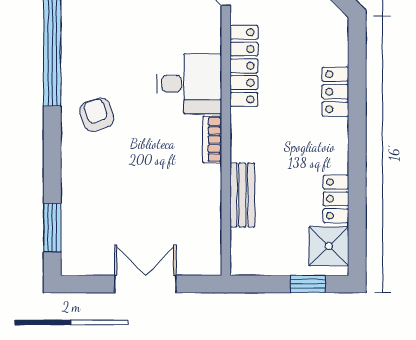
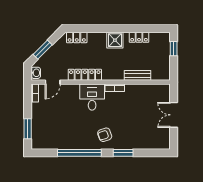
locker: (335, 92) -> (77, 38), moved
window: (52, 227) -> (123, 153), moved
shower: (329, 246) -> (115, 40), moved

